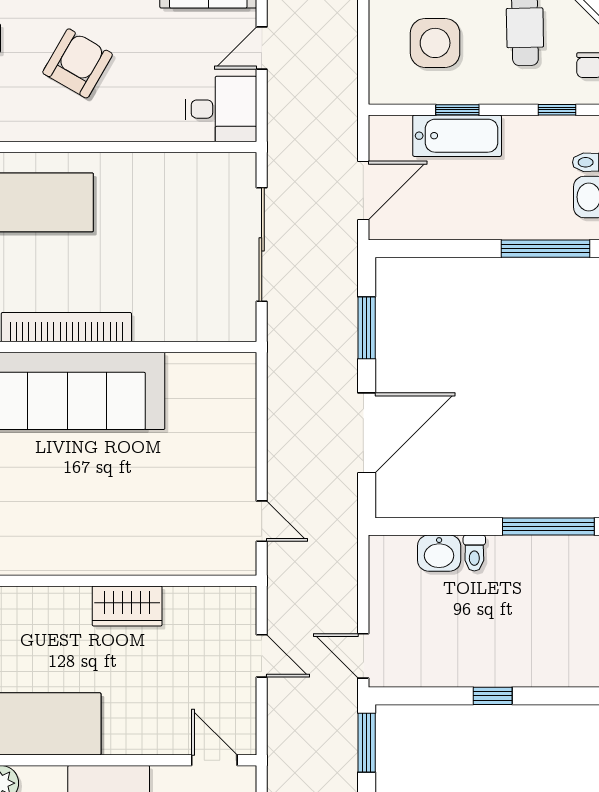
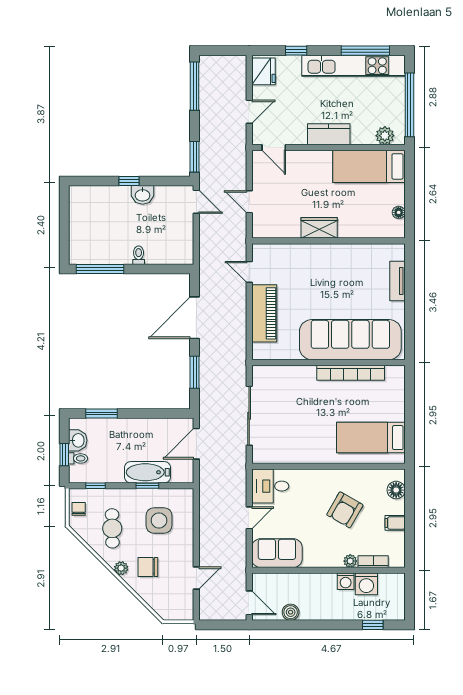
window: (546, 249) -> (102, 414), width x0.69
piano: (233, 441) -> (264, 313), added
washbasin: (439, 553) -> (143, 195), moved, turned 180

